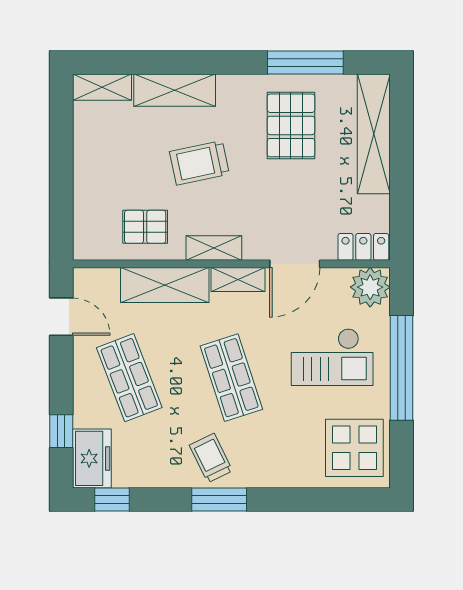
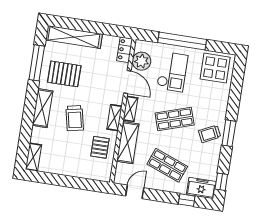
shelving: (175, 90) -> (42, 108), moved
plant: (370, 287) -> (141, 61), moved
shop shelf: (129, 378) -> (167, 165), turned 42

